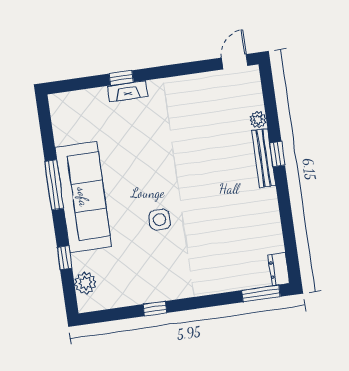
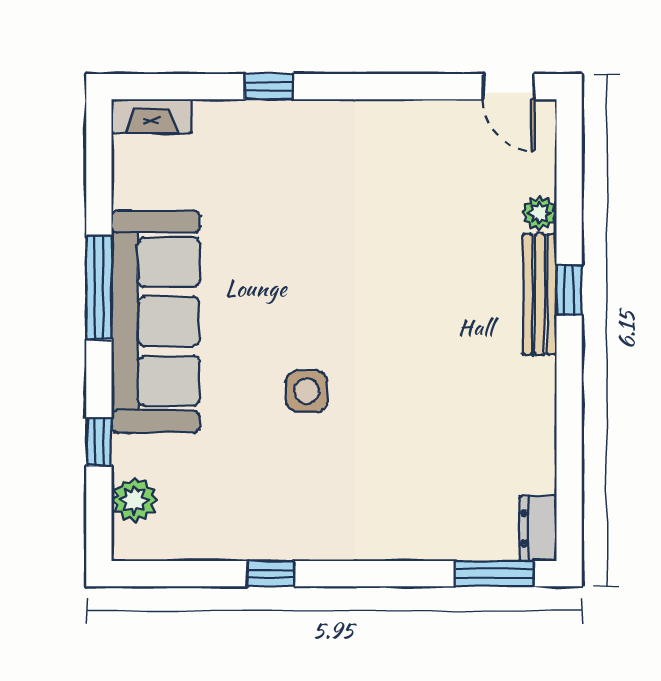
door: (235, 62) -> (508, 87), swing flipped
fireplace: (128, 91) -> (151, 116), moved

